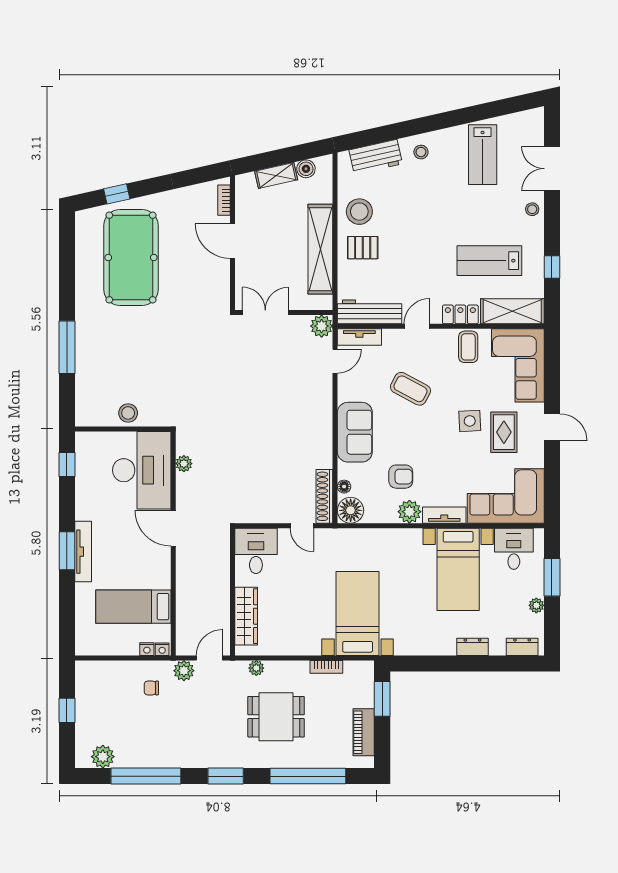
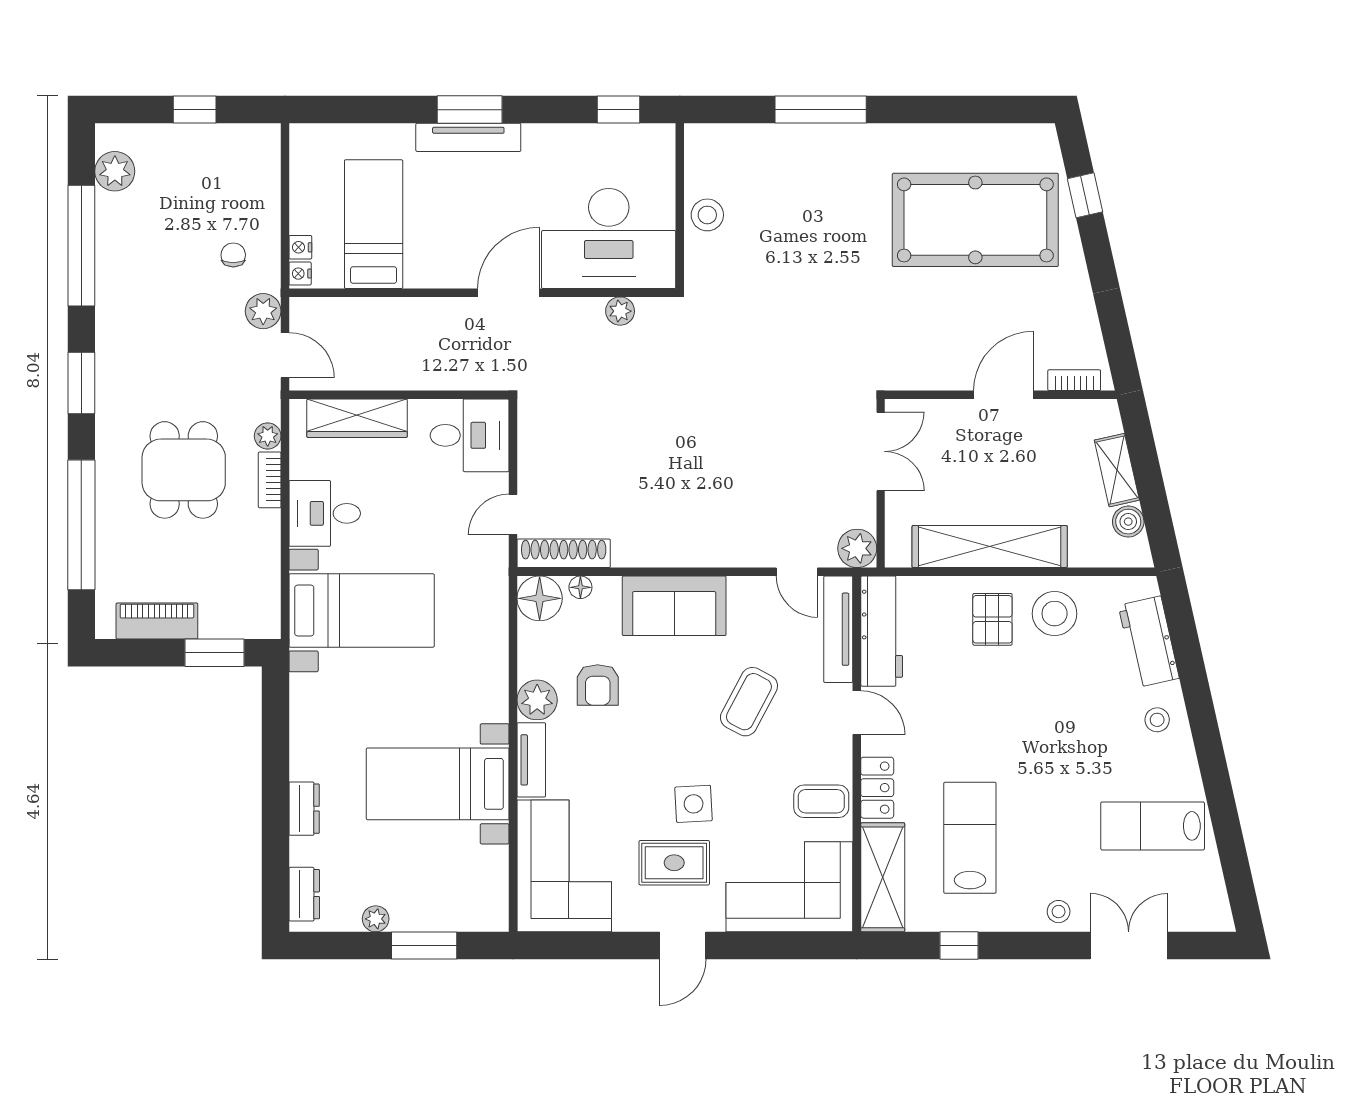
tv unit: (359, 337) -> (838, 629), width x1.41
desk: (514, 549) -> (325, 513), moved, turned 180
bookcase: (326, 667) -> (270, 480), moved

